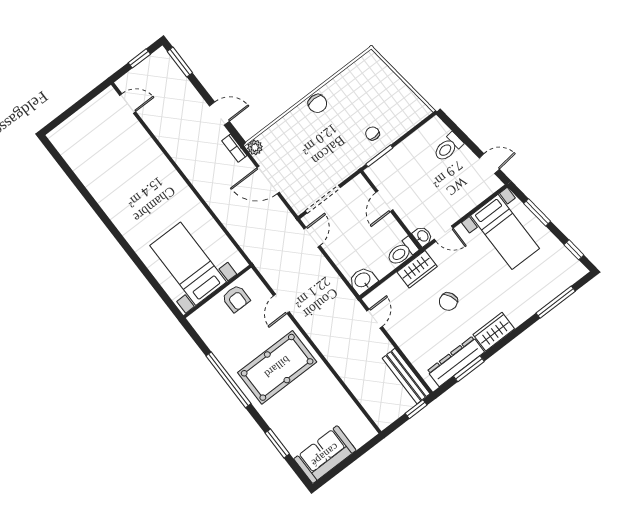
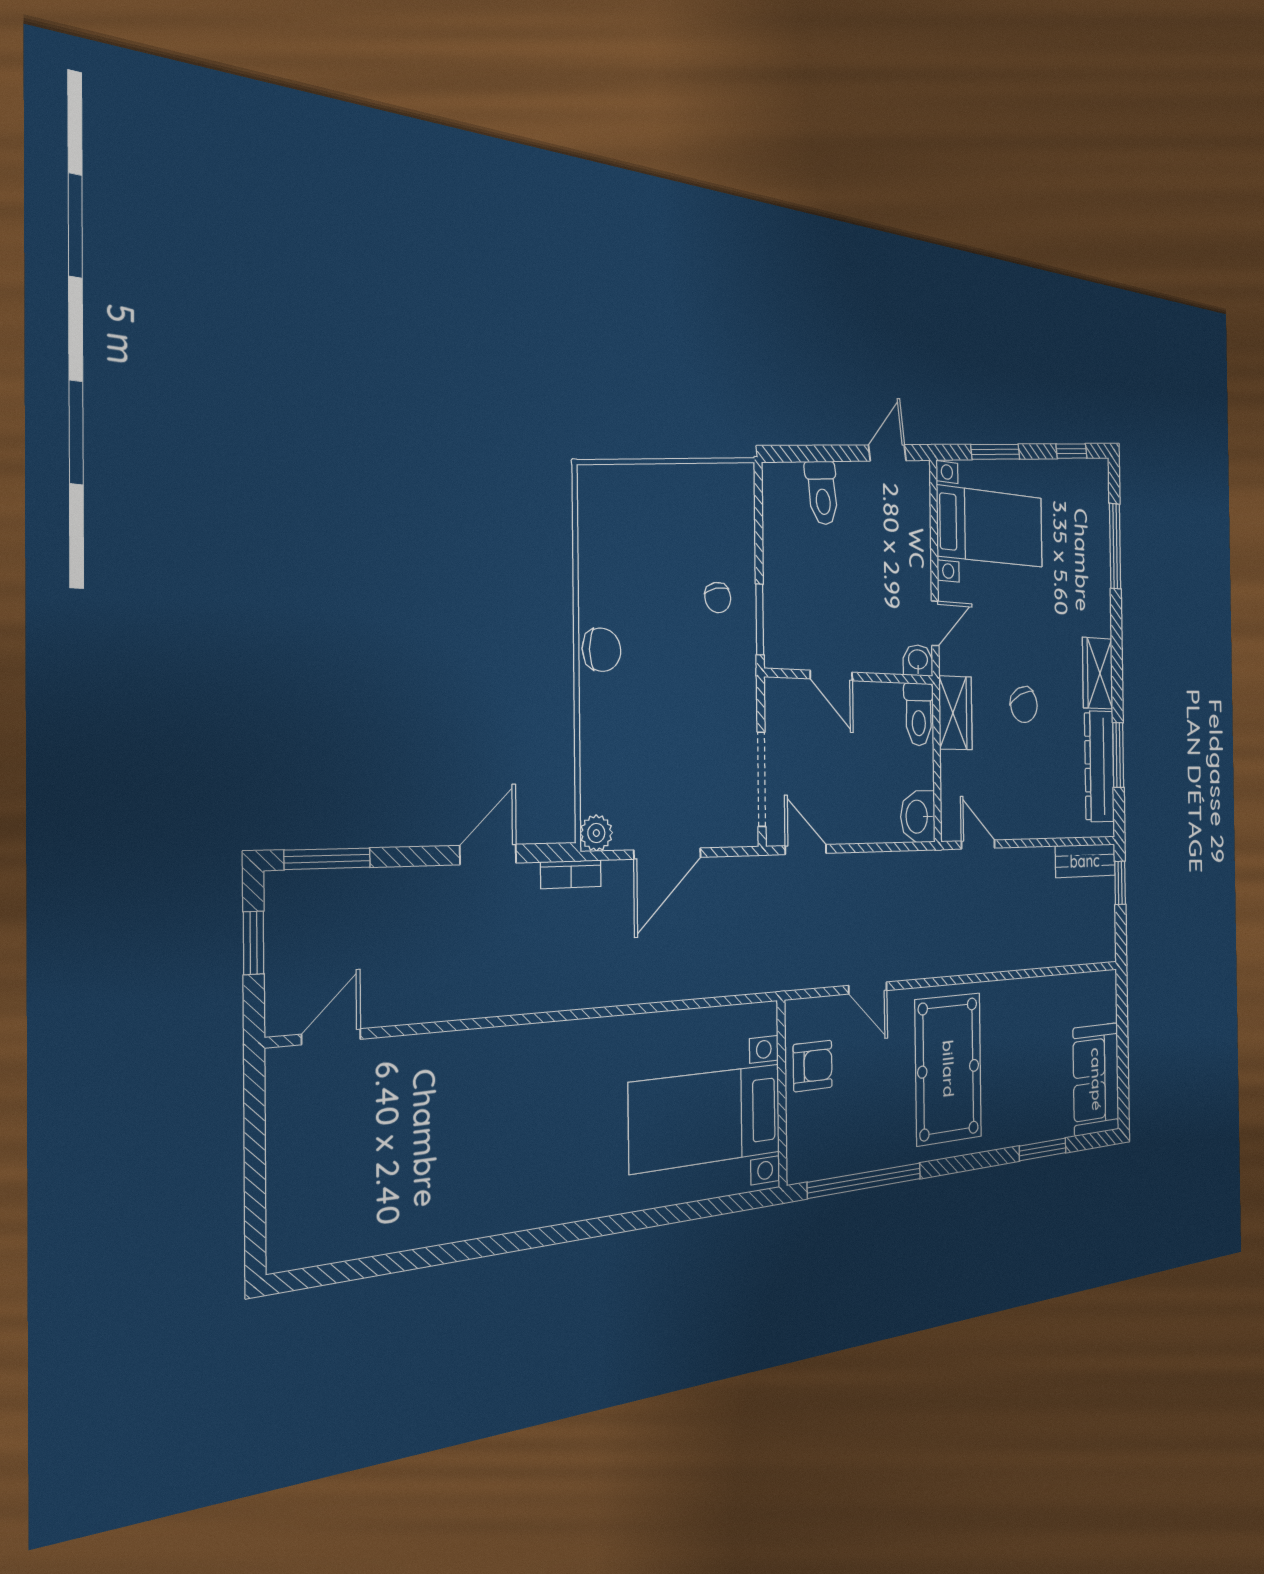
chair: (372, 134) -> (718, 598), turned -103
bench: (406, 376) -> (1085, 861), width x0.73
window: (228, 380) -> (865, 1180), moved

